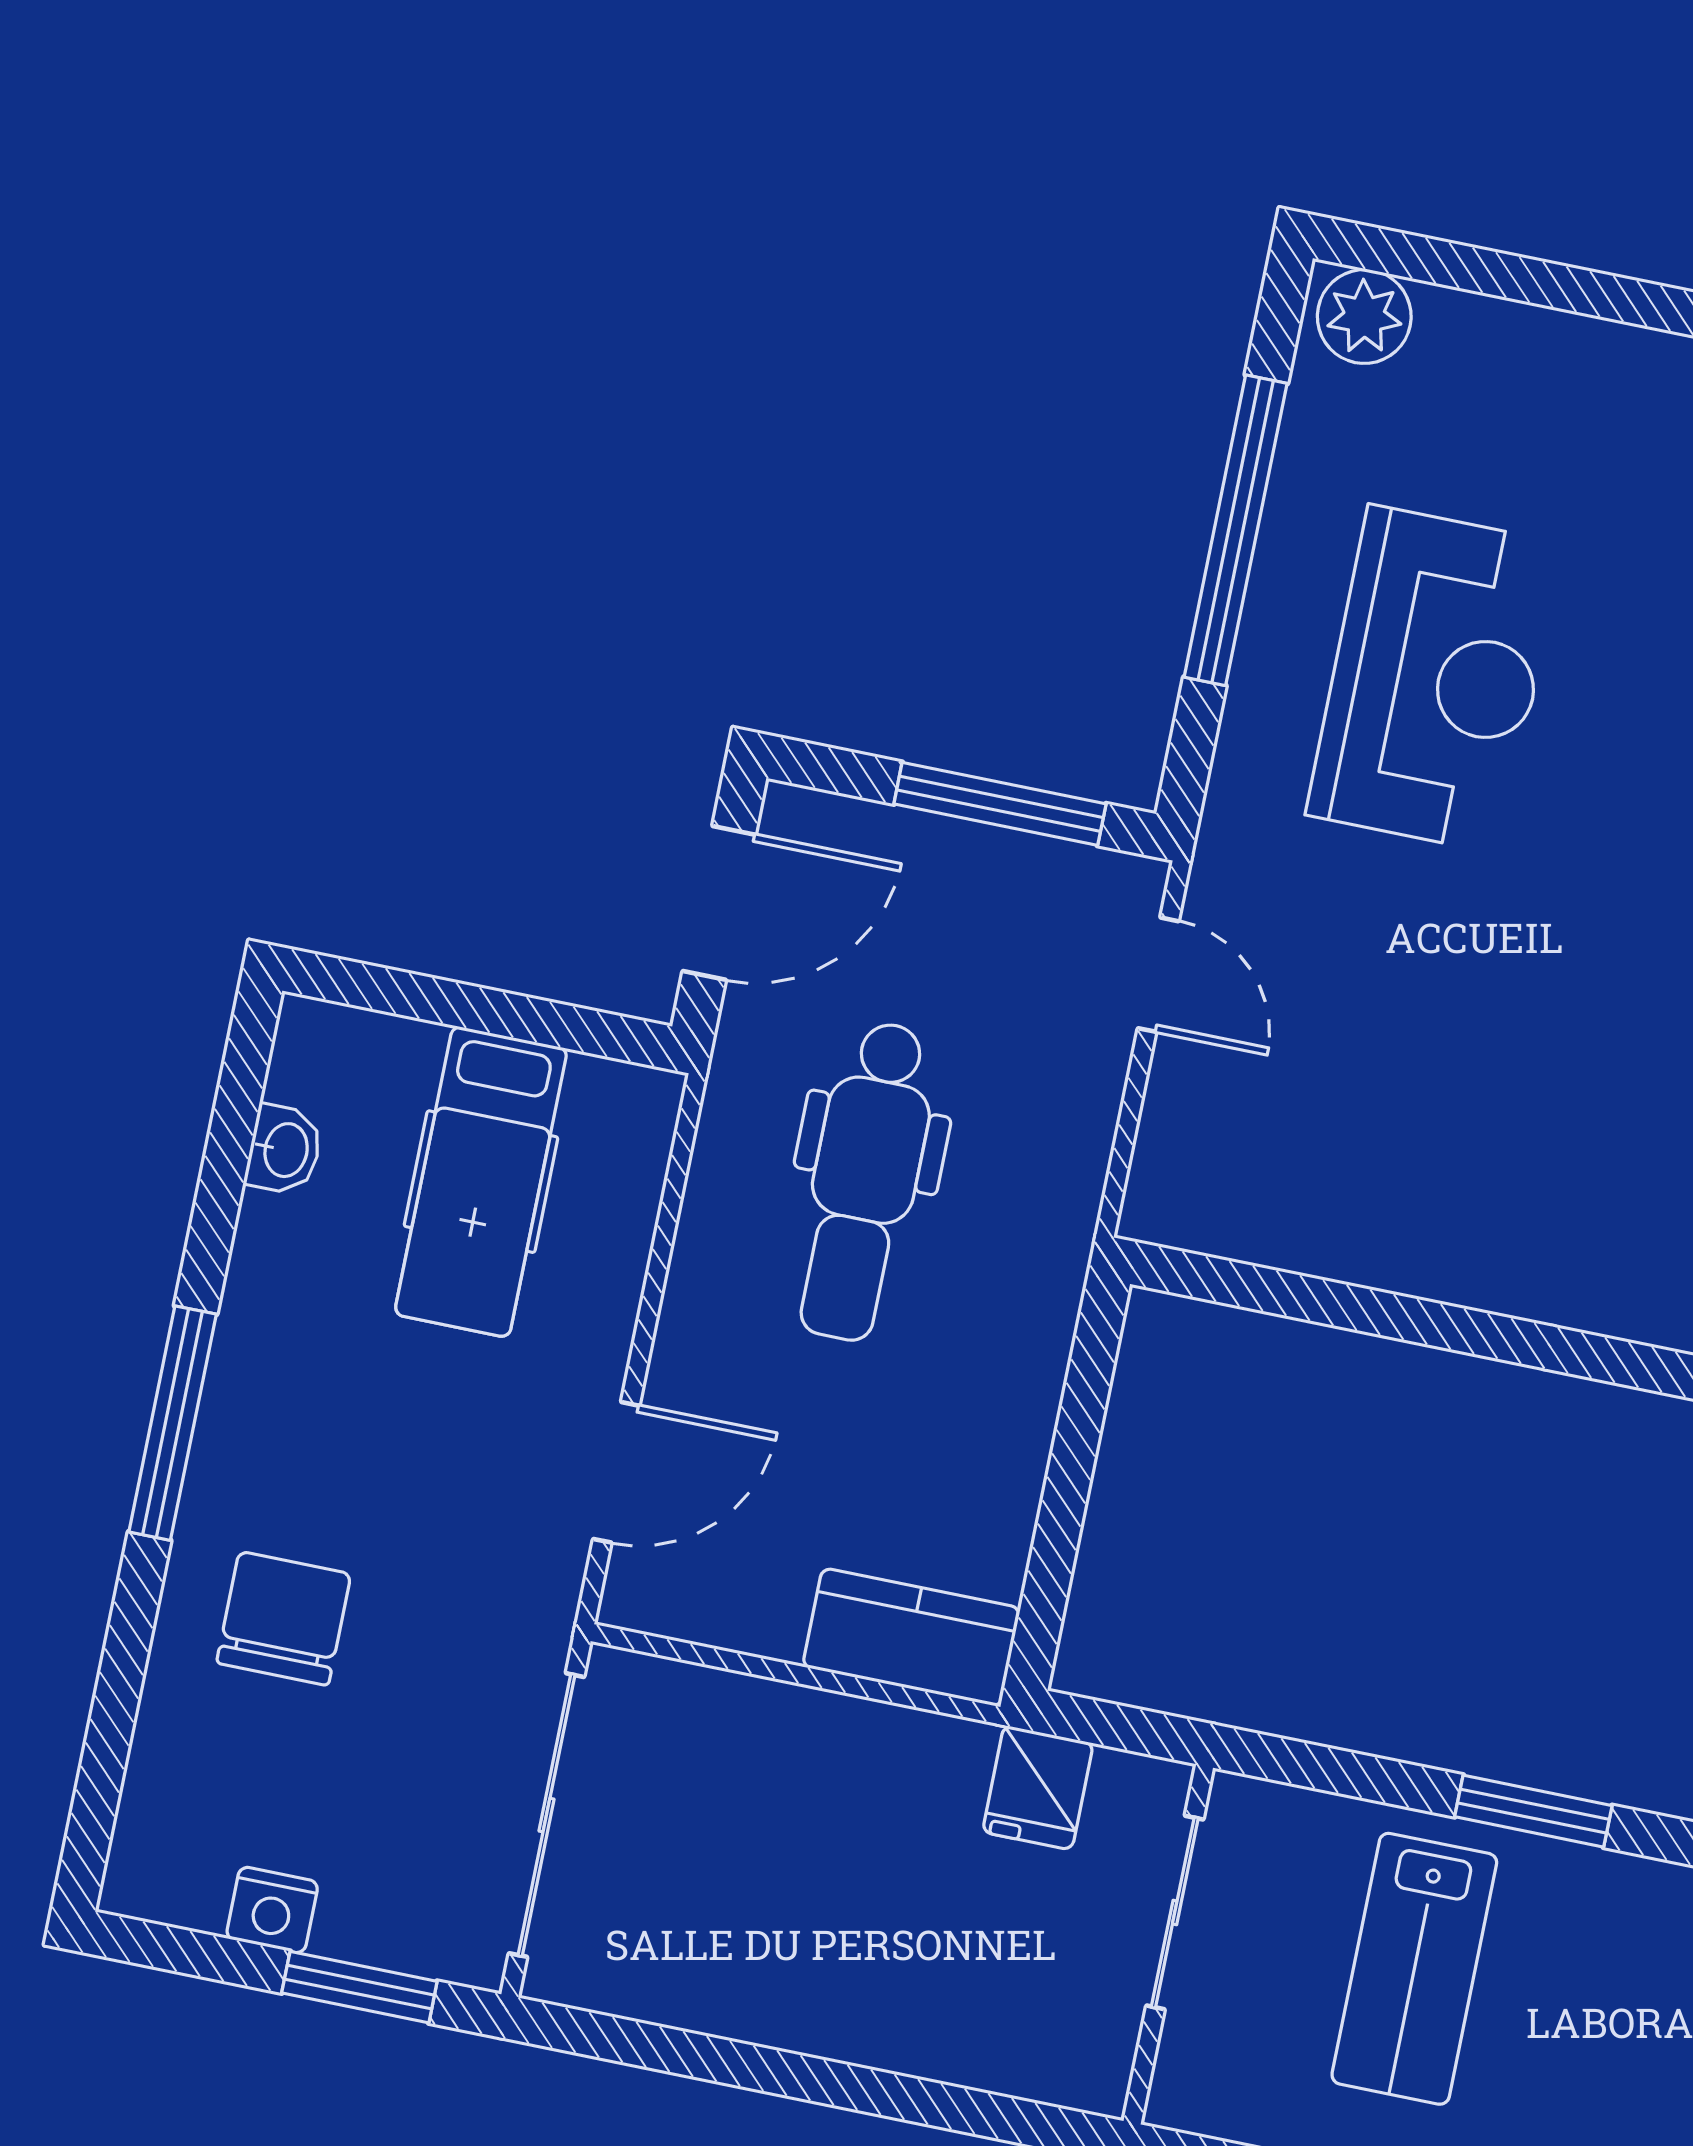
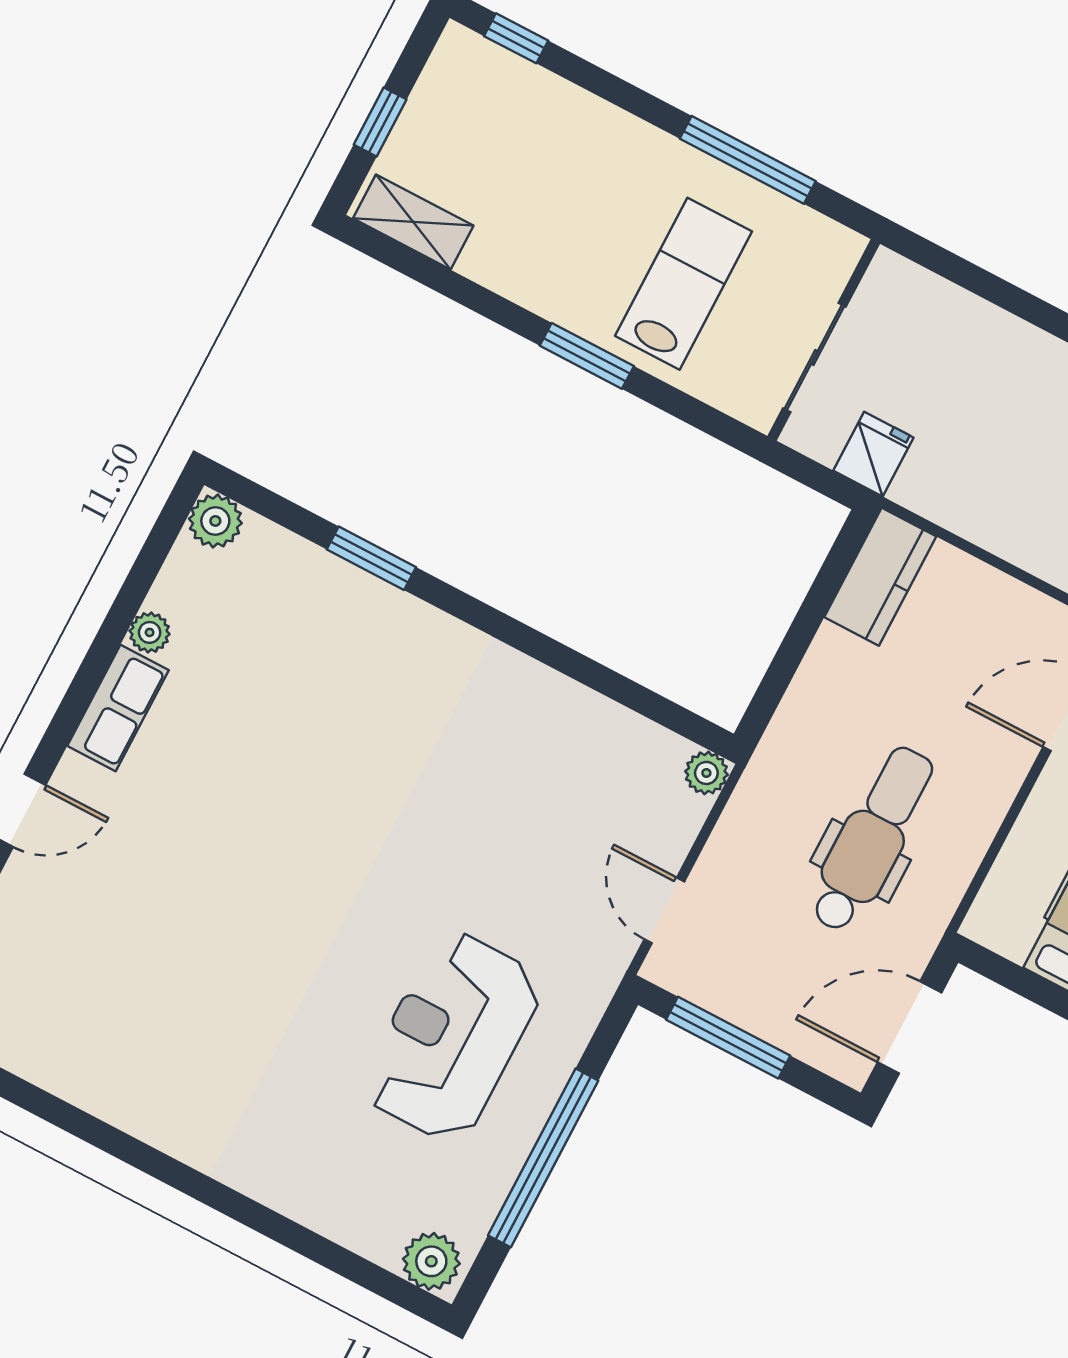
plant: (1155, 1210) -> (706, 773), added
kitchen counter: (911, 1637) -> (880, 577), moved, turned -90

